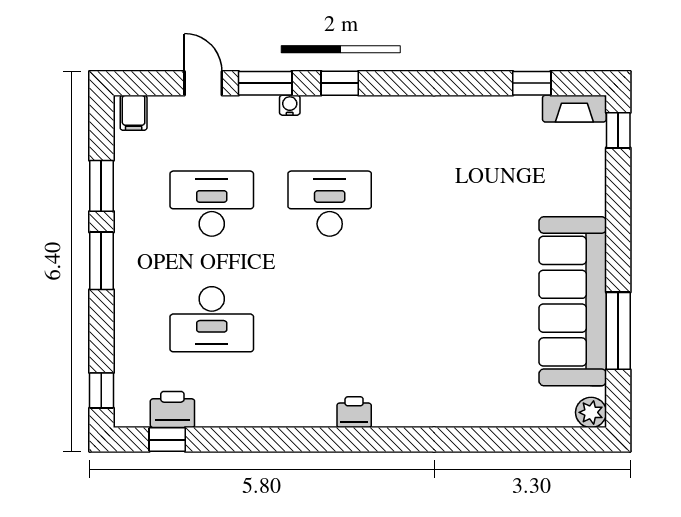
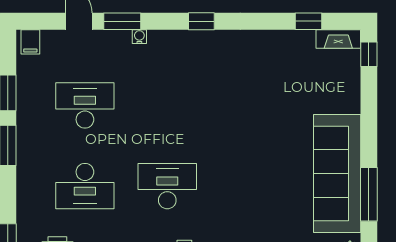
window: (340, 83) -> (201, 21), moved
desk: (330, 204) -> (167, 186), moved

